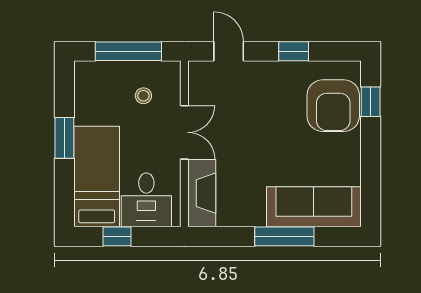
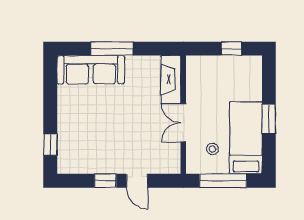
door: (229, 51) -> (137, 181), moved
armchair: (333, 106) -> (77, 142), removed
bed: (97, 176) -> (246, 138), moved, turned 180
desk: (146, 200) -> (210, 75), removed

